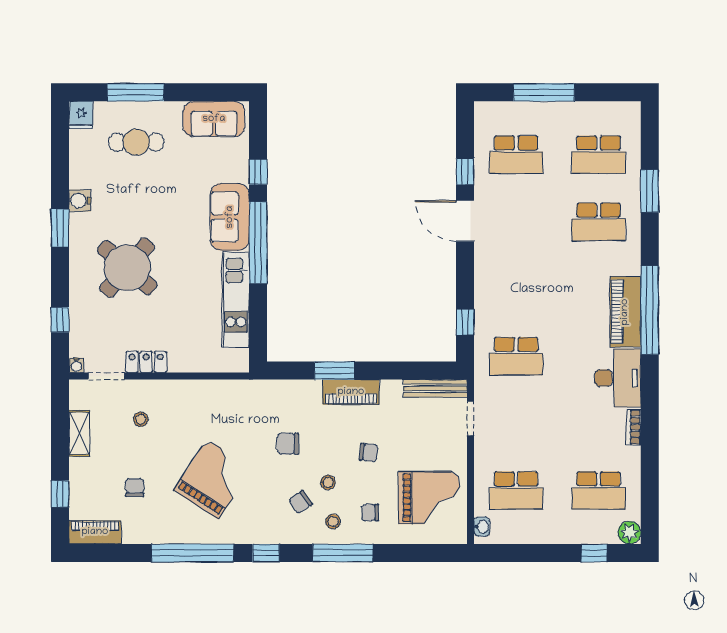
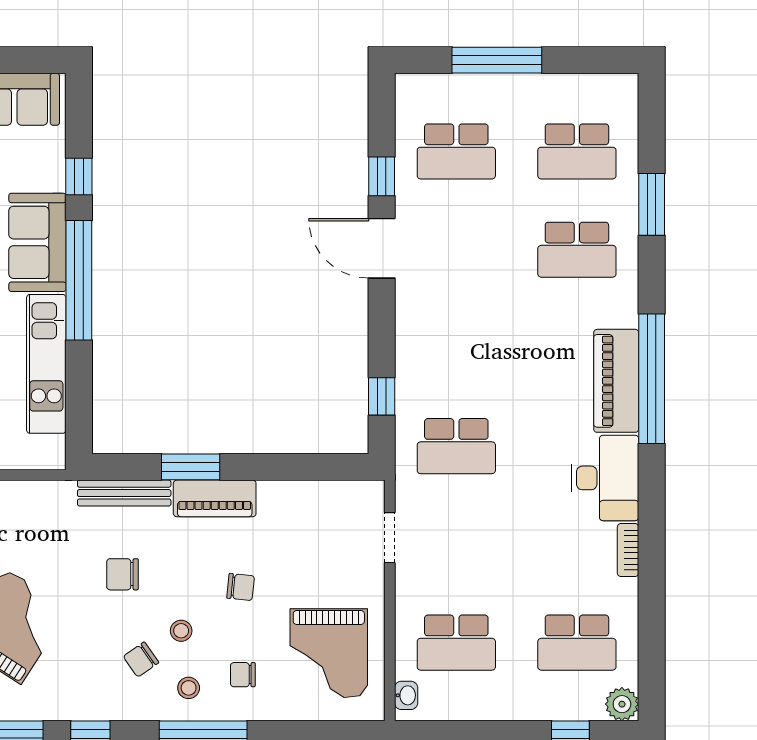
bench: (435, 388) -> (124, 493), moved
grand piano: (429, 498) -> (329, 653), turned 90

